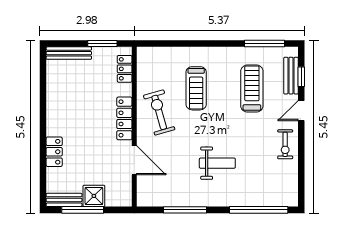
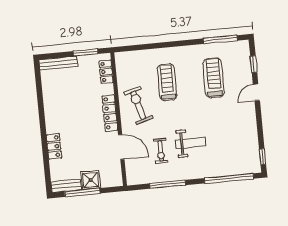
bench: (291, 76) -> (245, 64), removed
treadmill: (196, 88) -> (167, 82), turned 180
exercise bike: (285, 144) -> (161, 151), moved
window: (301, 188) -> (263, 157), added

